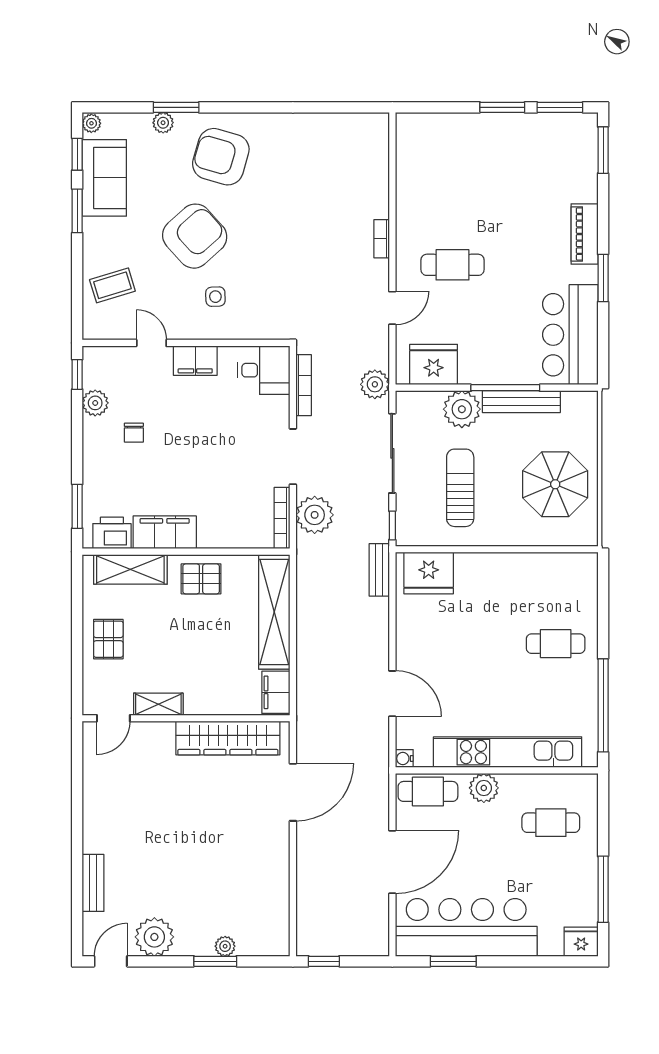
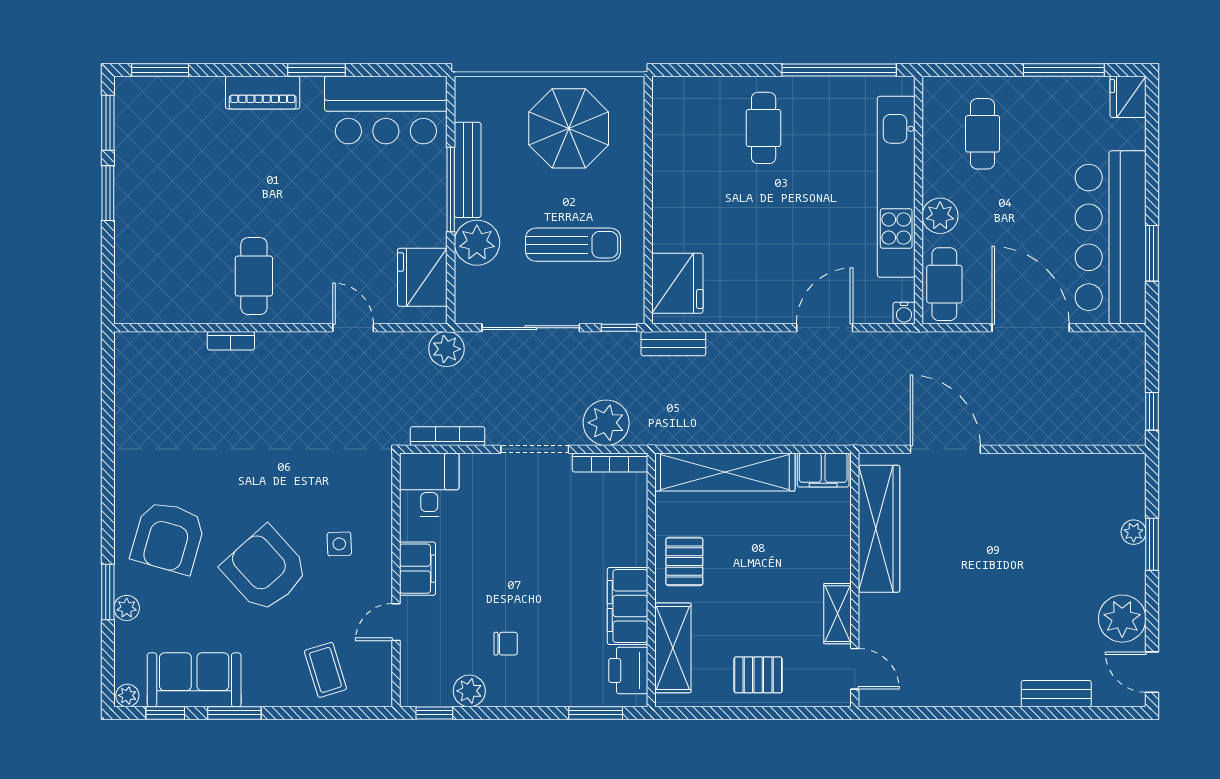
bookcase: (382, 239) -> (231, 341), moved
cafe table: (452, 265) -> (254, 276), moved
sun lounger: (460, 488) -> (573, 245), turned 180

